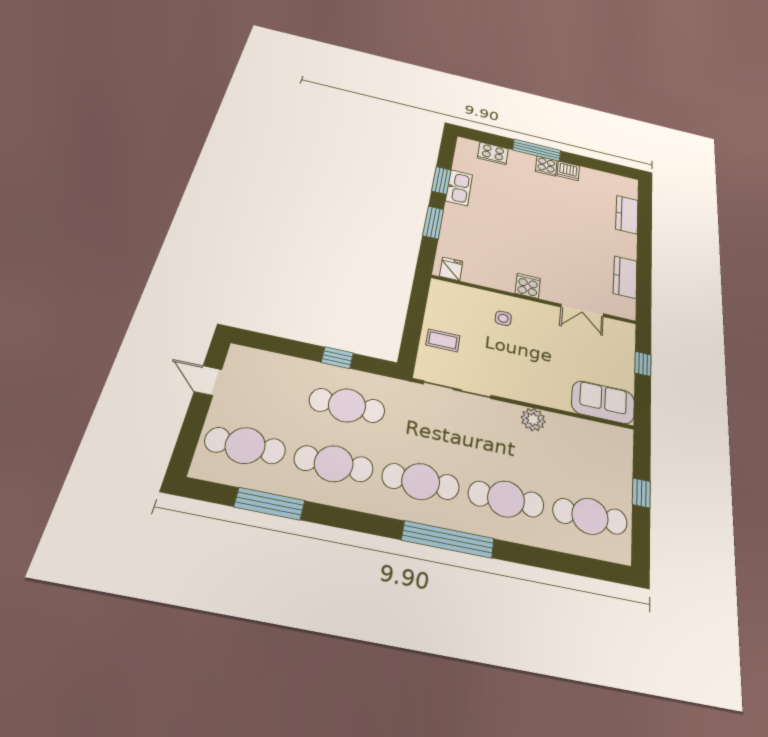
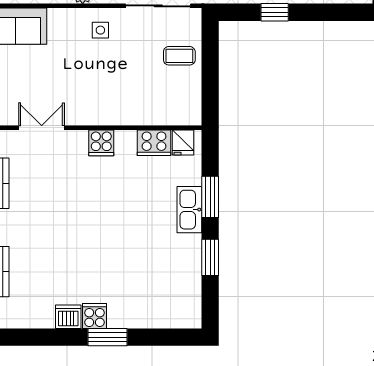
window: (537, 150) -> (108, 337), width x0.69
cooker: (493, 153) -> (154, 143), moved, turned 180
kitchen sink: (459, 188) -> (189, 210), moved
side table: (503, 318) -> (100, 30), moved

